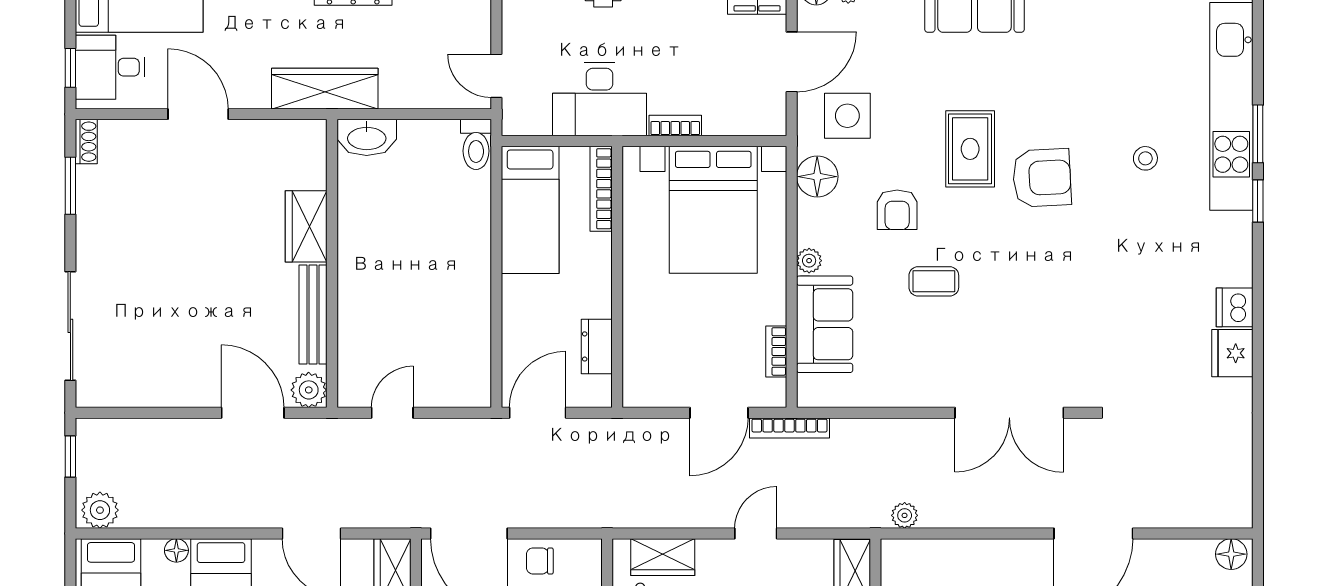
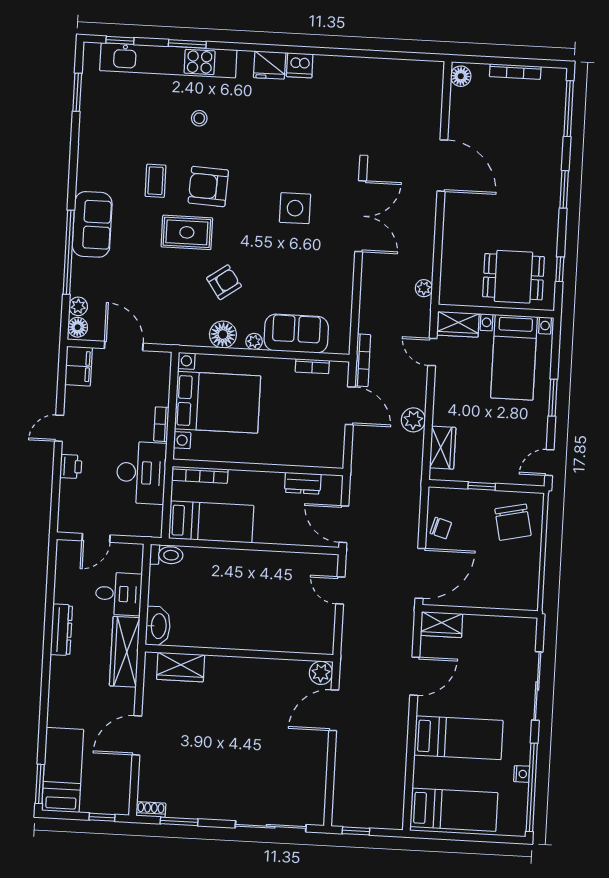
desk: (110, 67) -> (119, 594), moved, turned -90
door: (496, 76) -> (96, 538), moved
side table: (847, 116) -> (295, 208), moved
floor lamp: (817, 177) -> (223, 335), moved
armchair: (1042, 178) -> (208, 187), turned -84
window: (1258, 201) -> (120, 40), moved
armchair: (897, 210) -> (224, 282), turned -35
wardrobe: (306, 226) -> (181, 667), moved
coffee table: (934, 281) -> (156, 181), moved
bench: (313, 314) -> (272, 667), removed
fridge: (1232, 353) -> (270, 65), moved
door: (392, 413) -> (340, 590), moved
plant: (100, 510) -> (413, 420), moved
door: (756, 534) -> (432, 352), moved
floor lamp: (176, 550) -> (421, 765), removed
chair: (540, 561) -> (441, 528), turned -74

